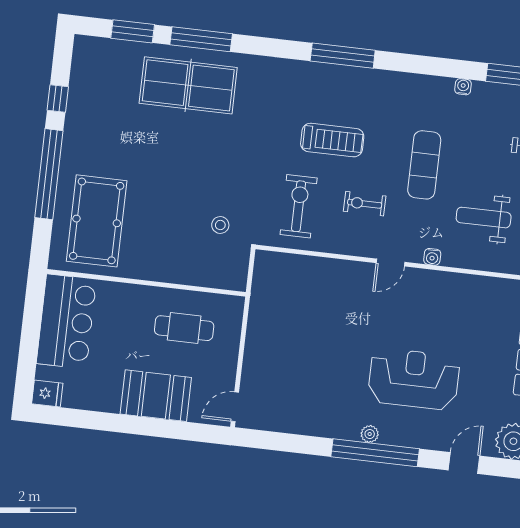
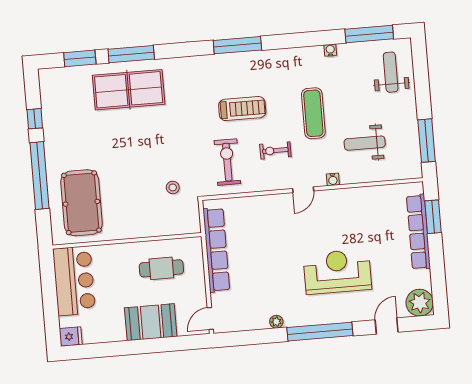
row of seats: (261, 318) -> (216, 250), added
plant: (370, 434) -> (276, 322), moved

